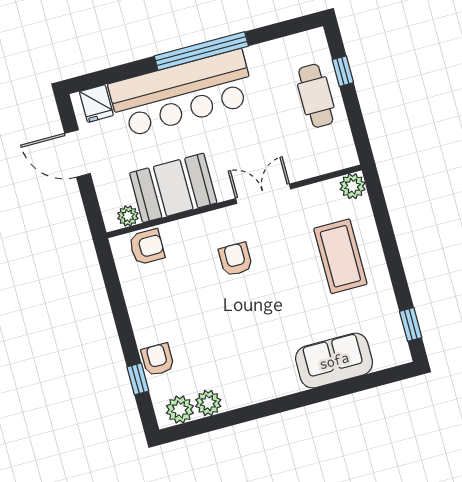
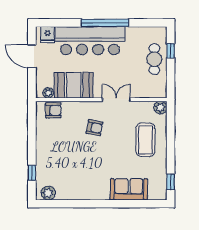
armchair: (236, 259) -> (94, 128), turned 101
armchair: (158, 359) -> (44, 166), removed
plant: (208, 403) -> (63, 194), removed

